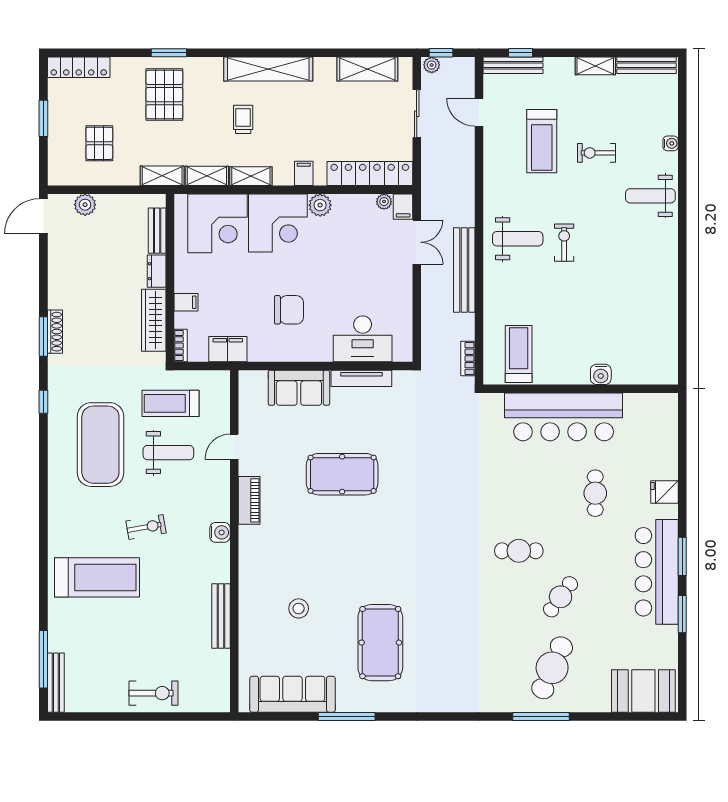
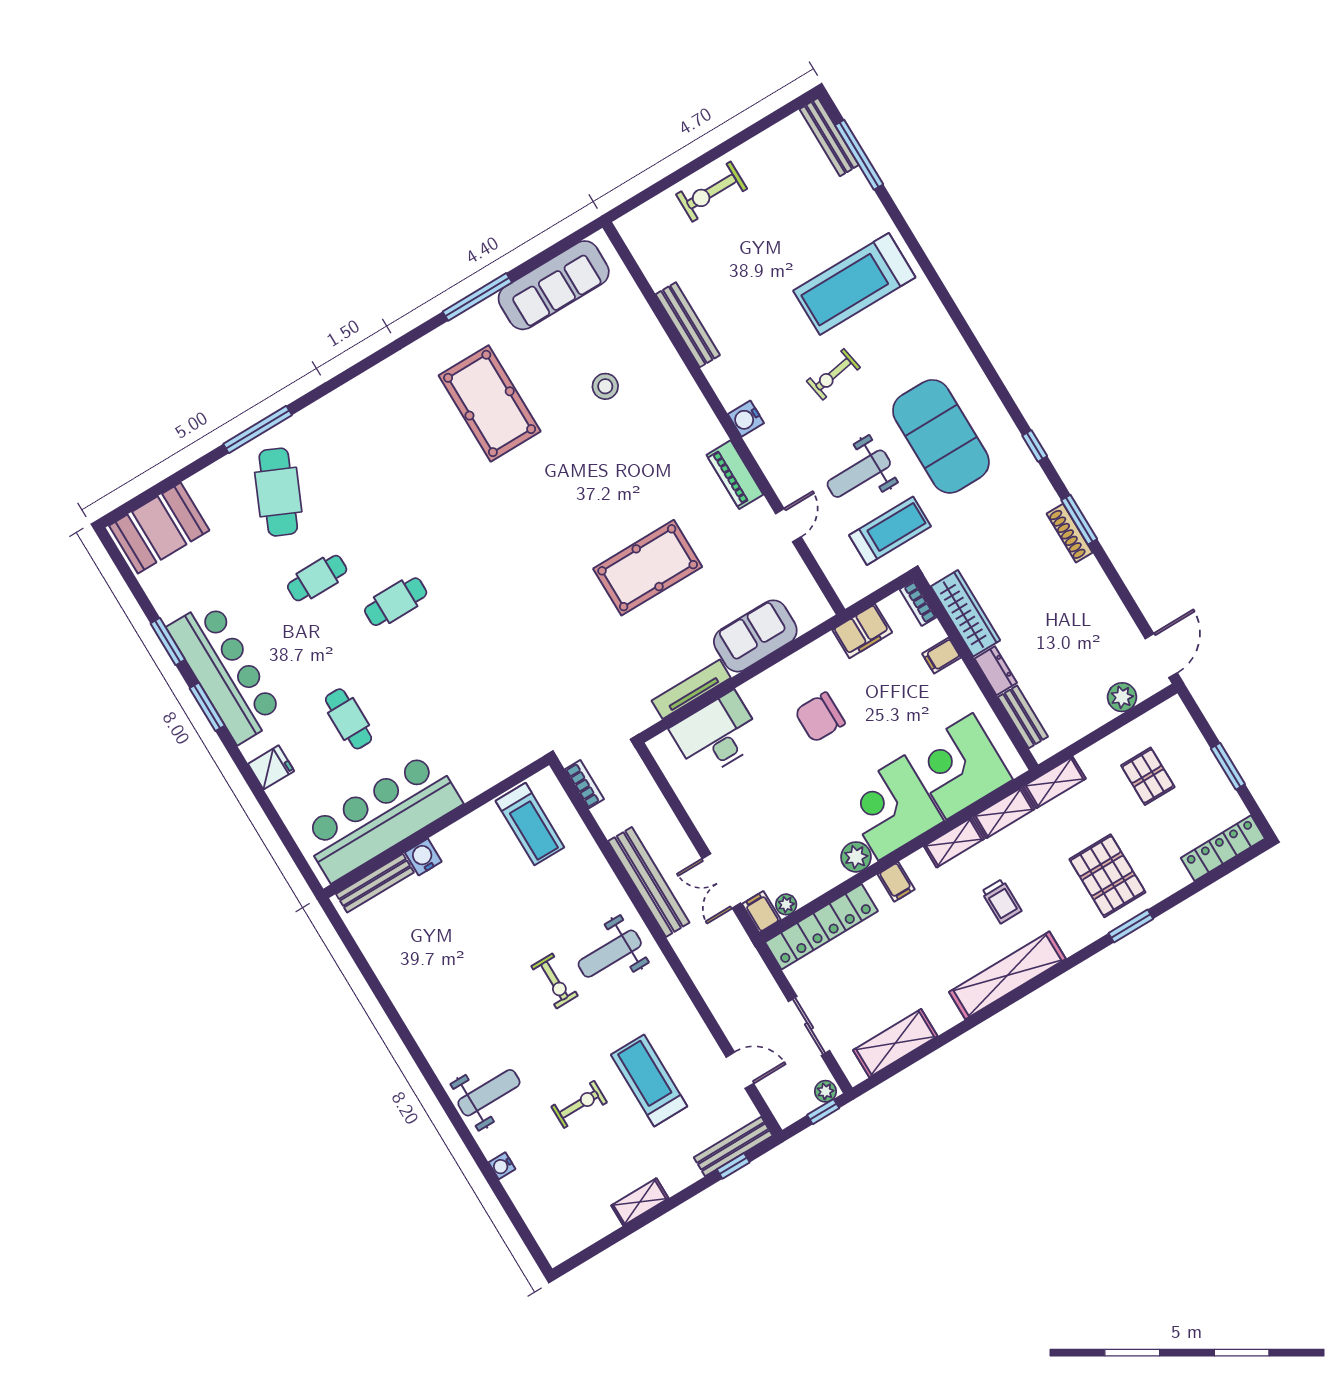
bench: (647, 65) -> (375, 883), moved
bar counter: (564, 417) -> (381, 817), moved
cafe table: (561, 597) -> (317, 578), turned 54

